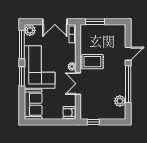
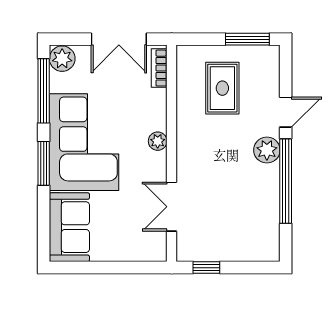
window: (95, 22) -> (247, 39), moved
rug: (92, 62) -> (222, 88), moved, turned 90
double door: (78, 84) -> (172, 207), moved
plant: (120, 101) -> (267, 150), moved
armchair: (69, 113) -> (151, 246), removed

